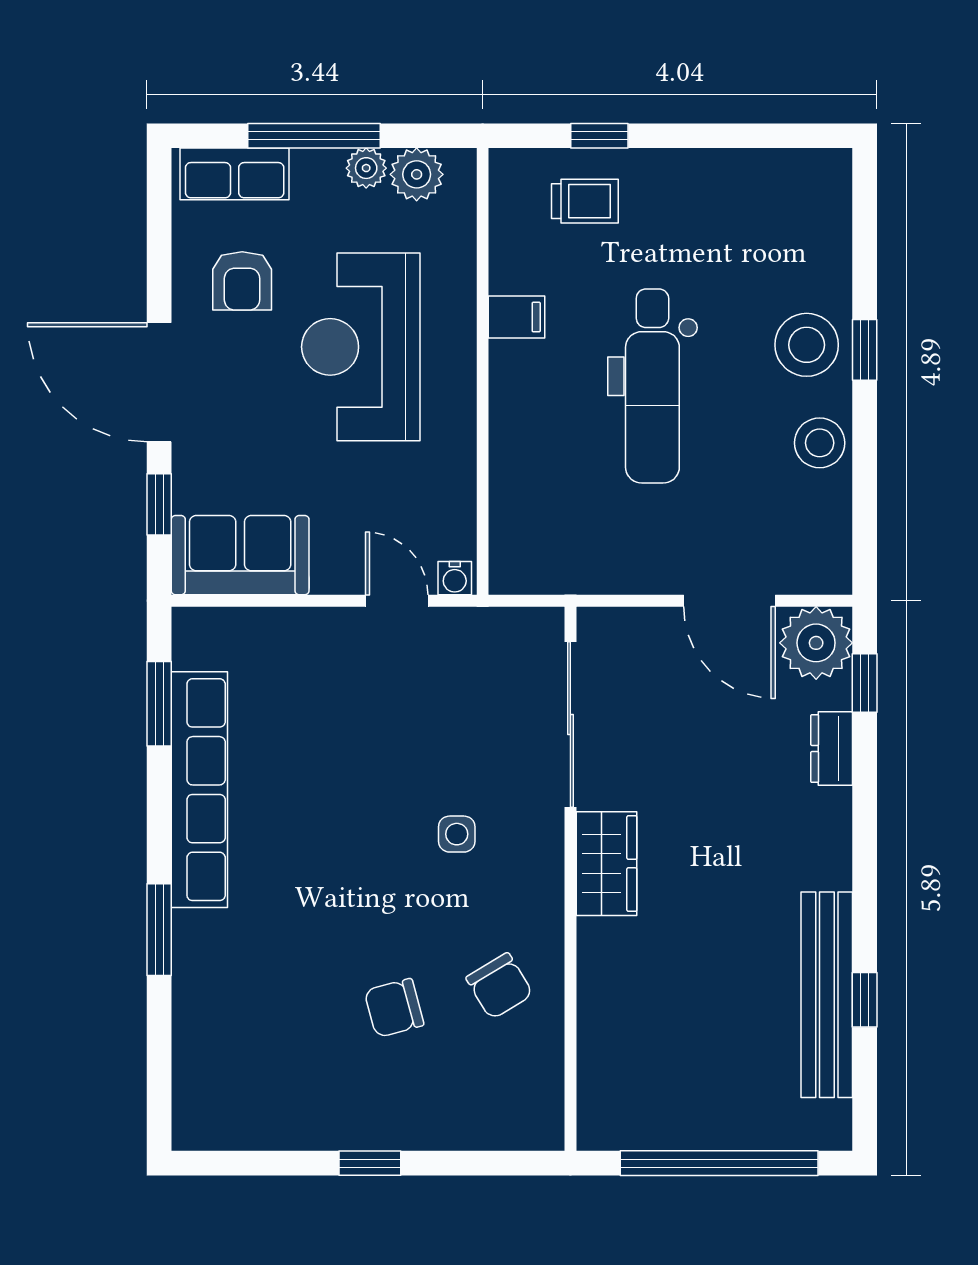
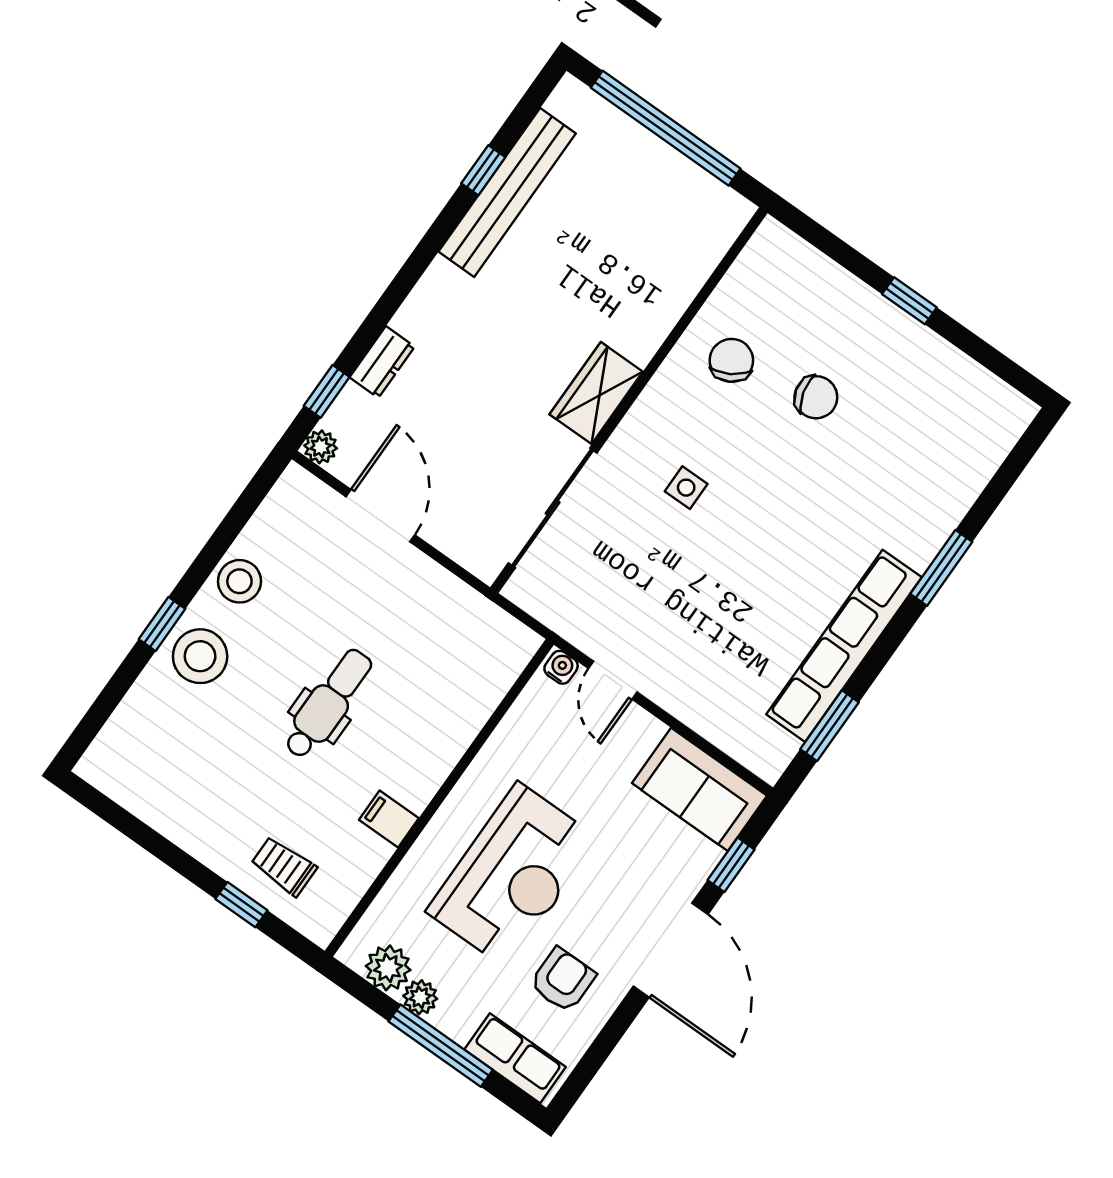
dental chair: (652, 386) -> (328, 704), width x0.73, depth x0.72
plant: (816, 643) -> (321, 447), width x0.53, depth x0.53

